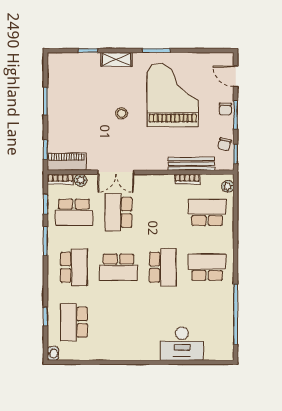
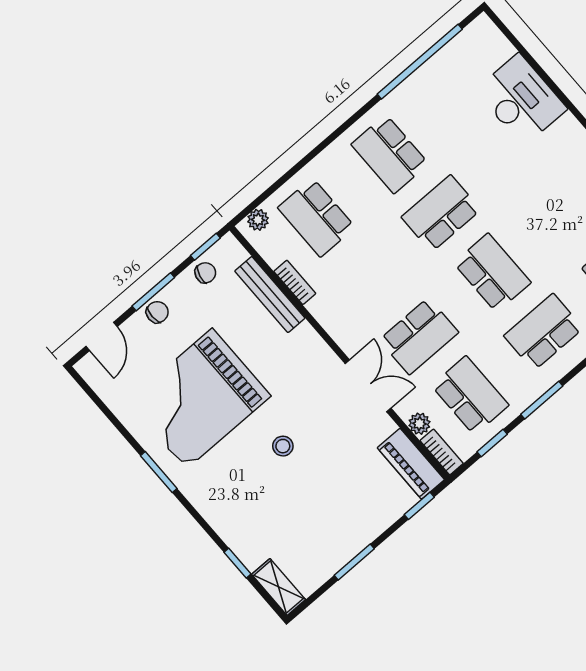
shelving: (117, 59) -> (279, 587), moved

